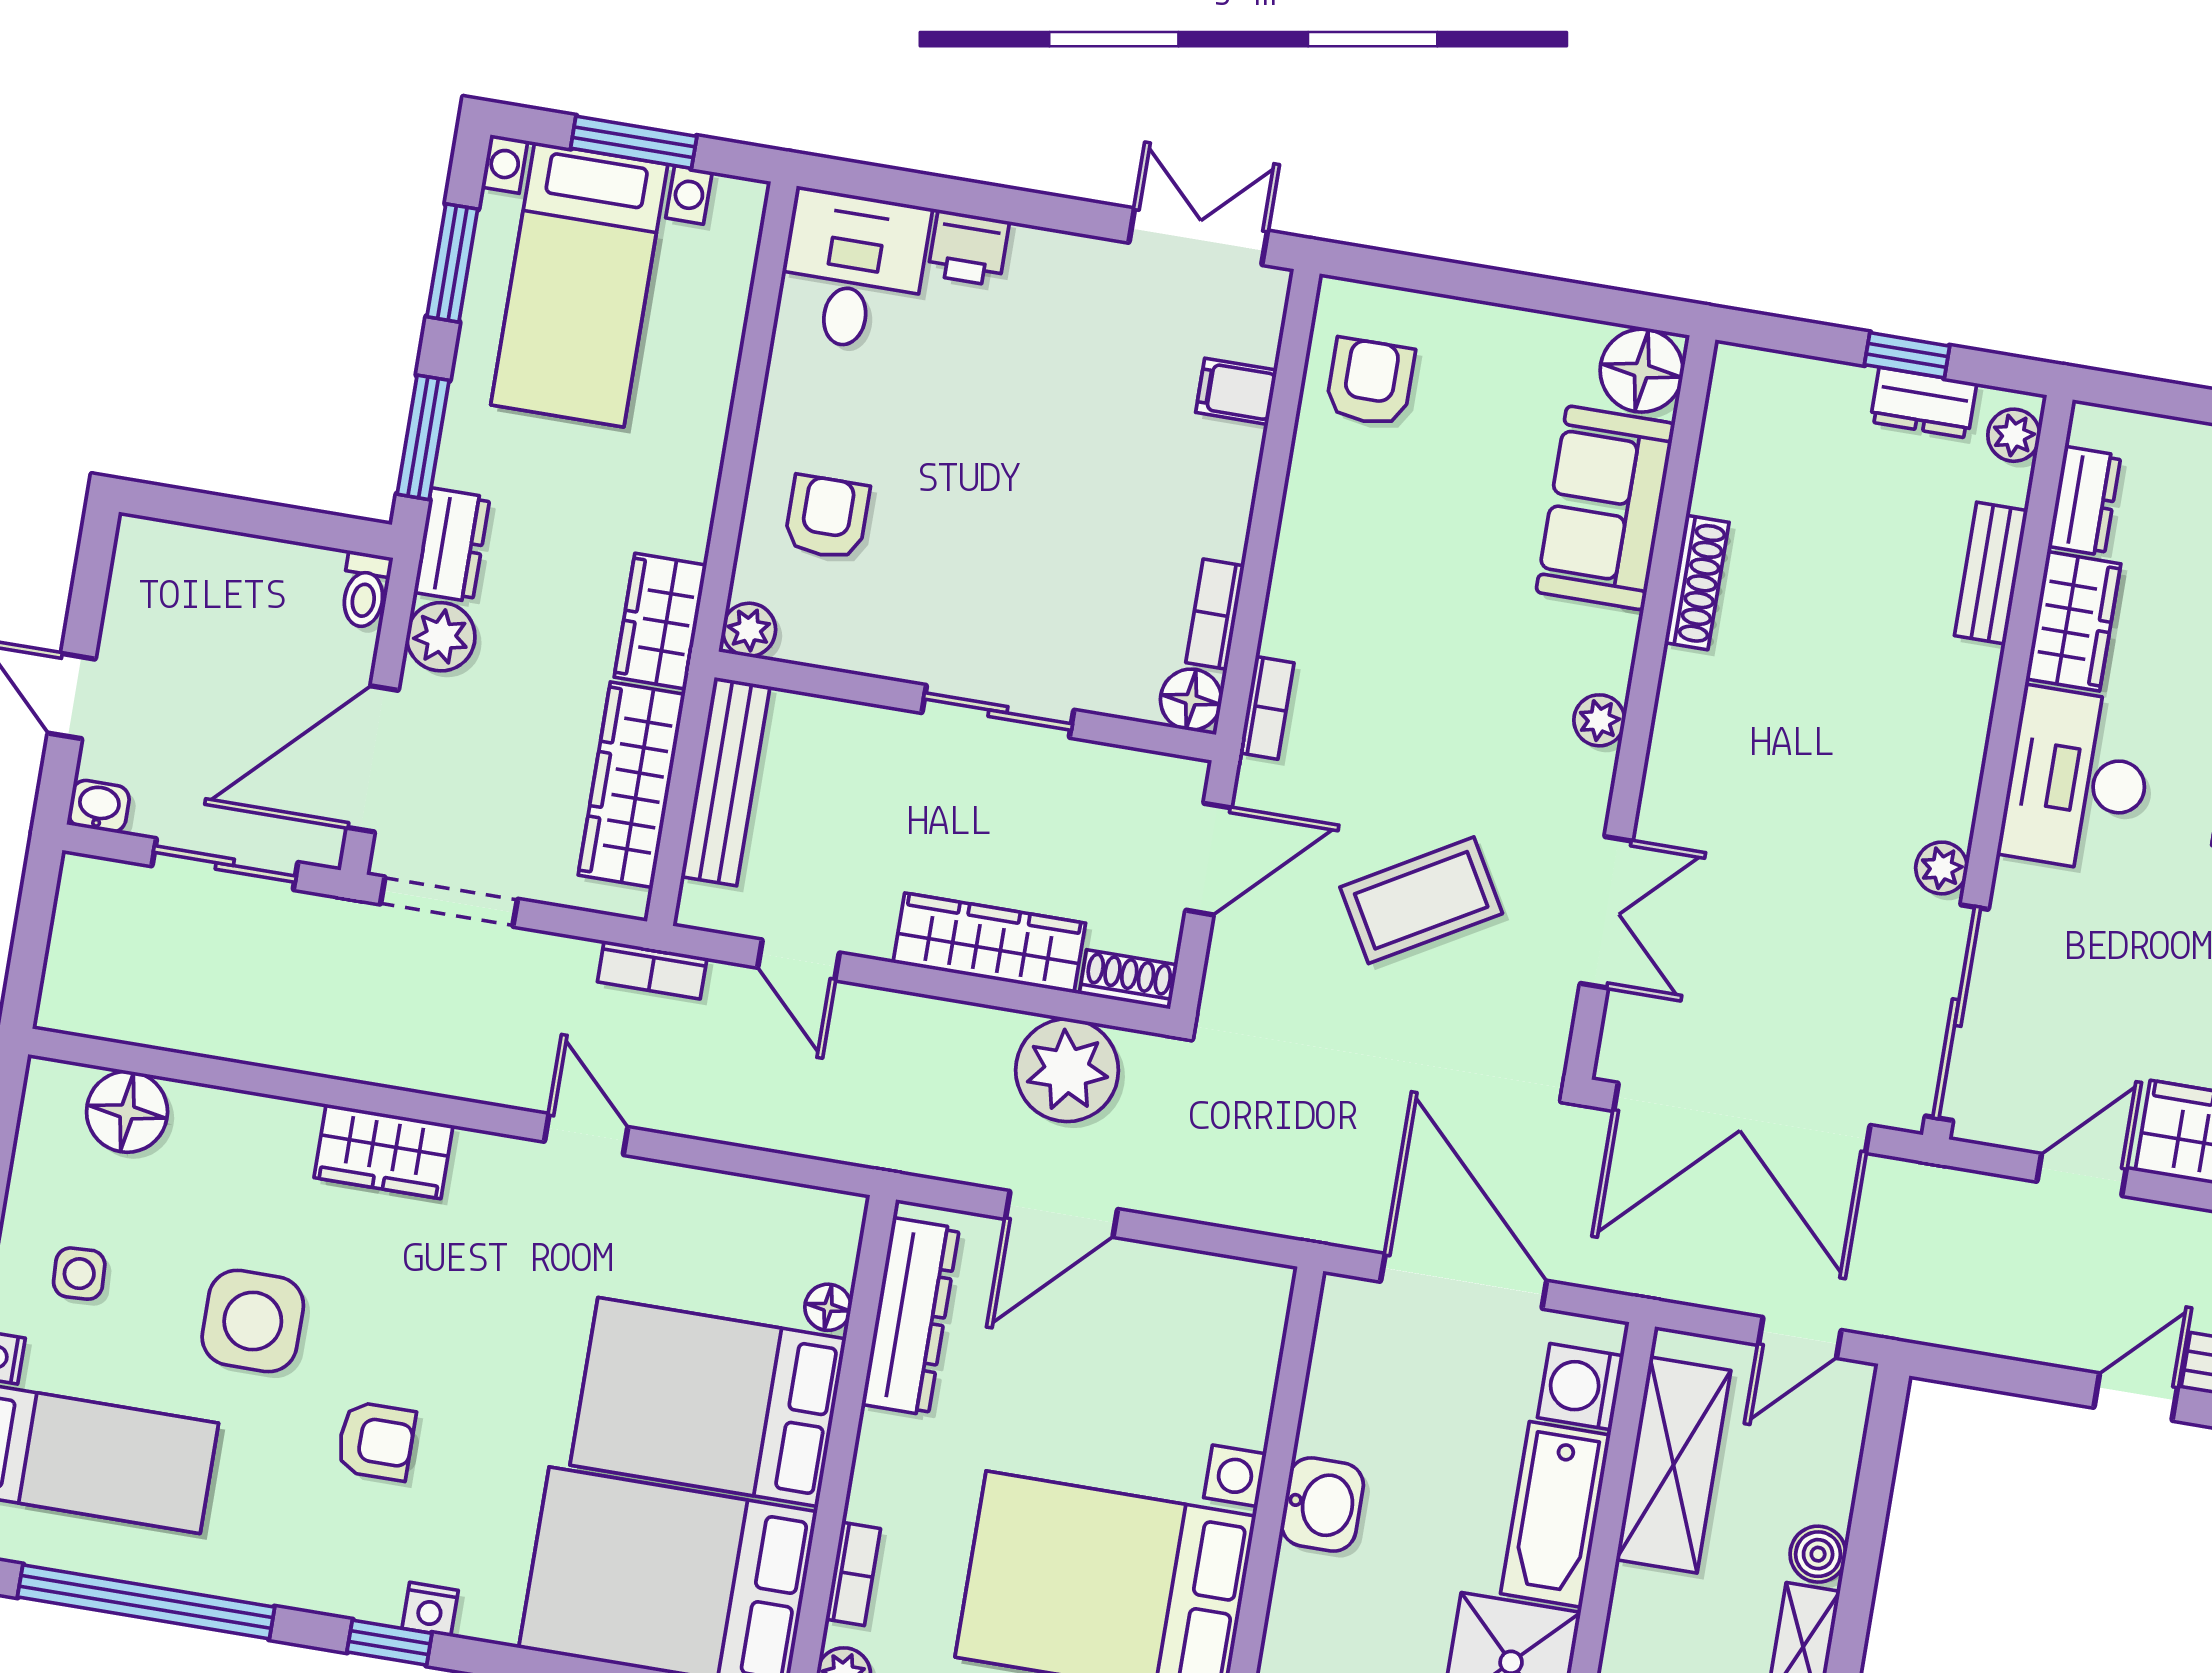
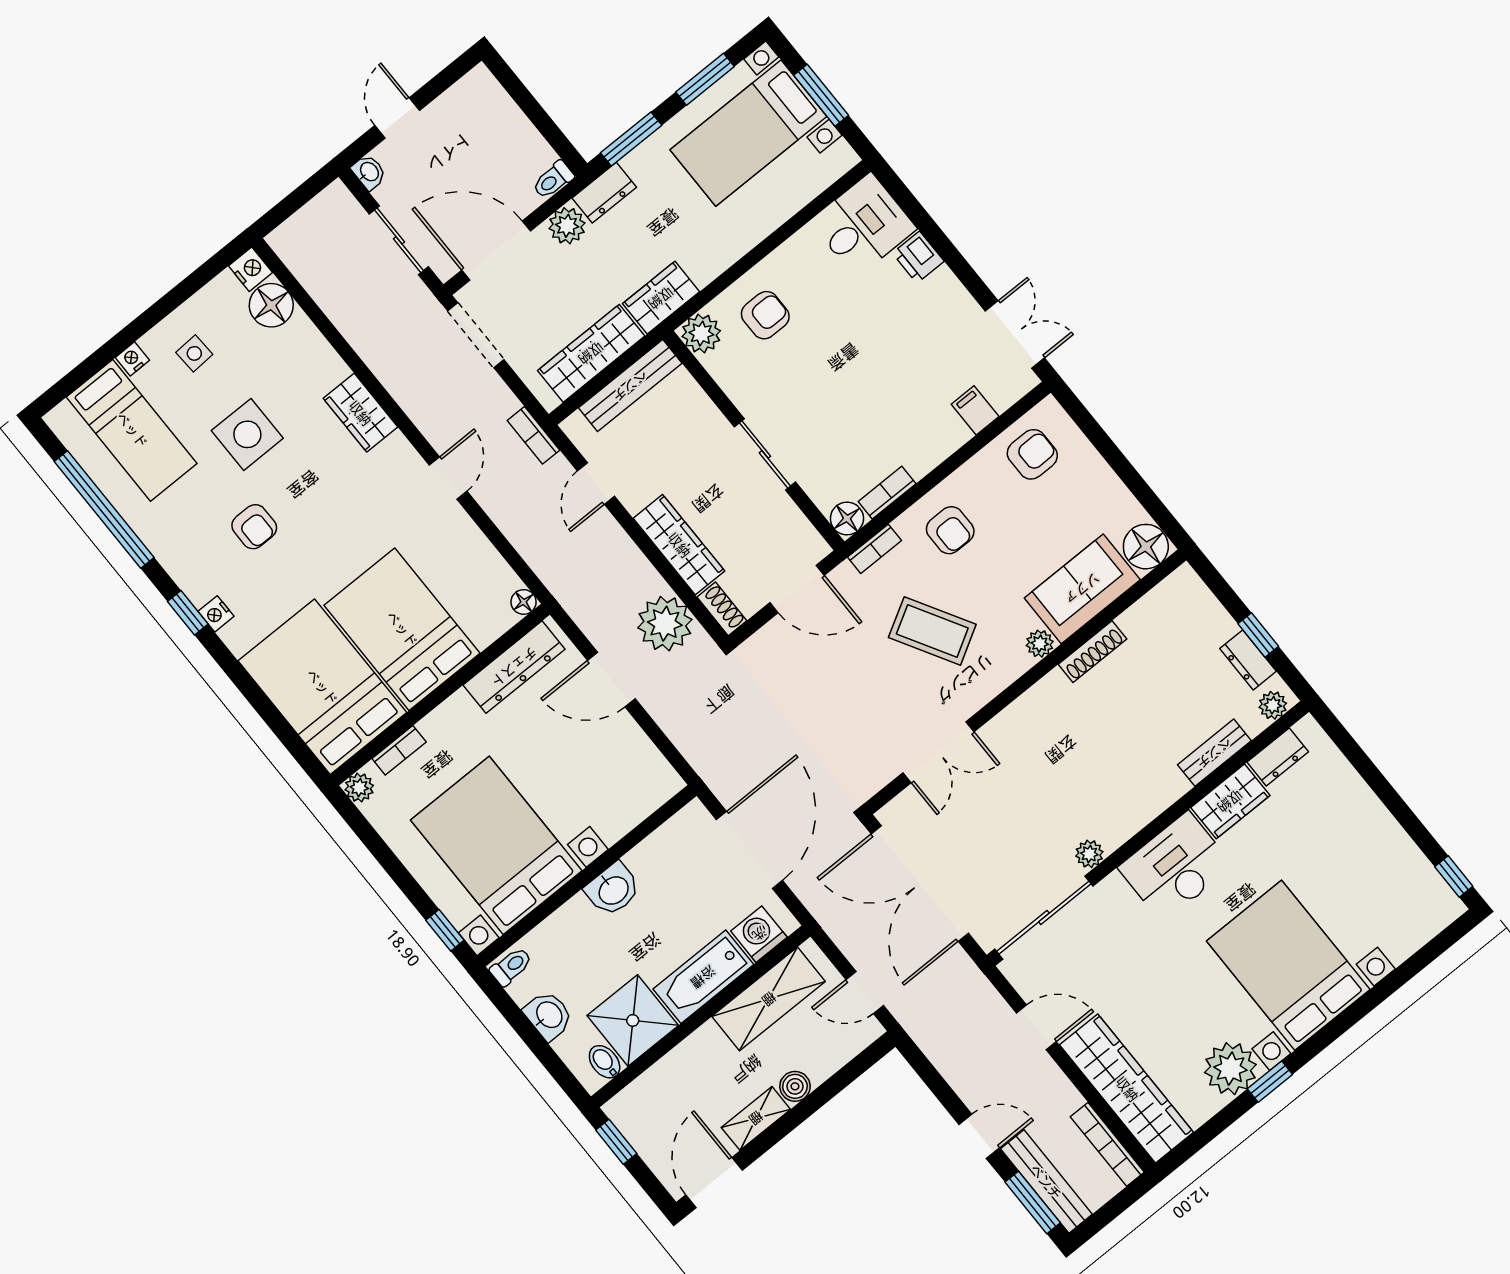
armchair: (1349, 589) -> (950, 530), added
plant: (749, 630) -> (701, 334), width x1.38, depth x1.38
plant: (1599, 720) -> (1040, 644), moved
coffee table: (1421, 900) -> (932, 631), moved
nightstand: (54, 1087) -> (251, 269), added
floor lamp: (828, 1307) -> (524, 602), moved

